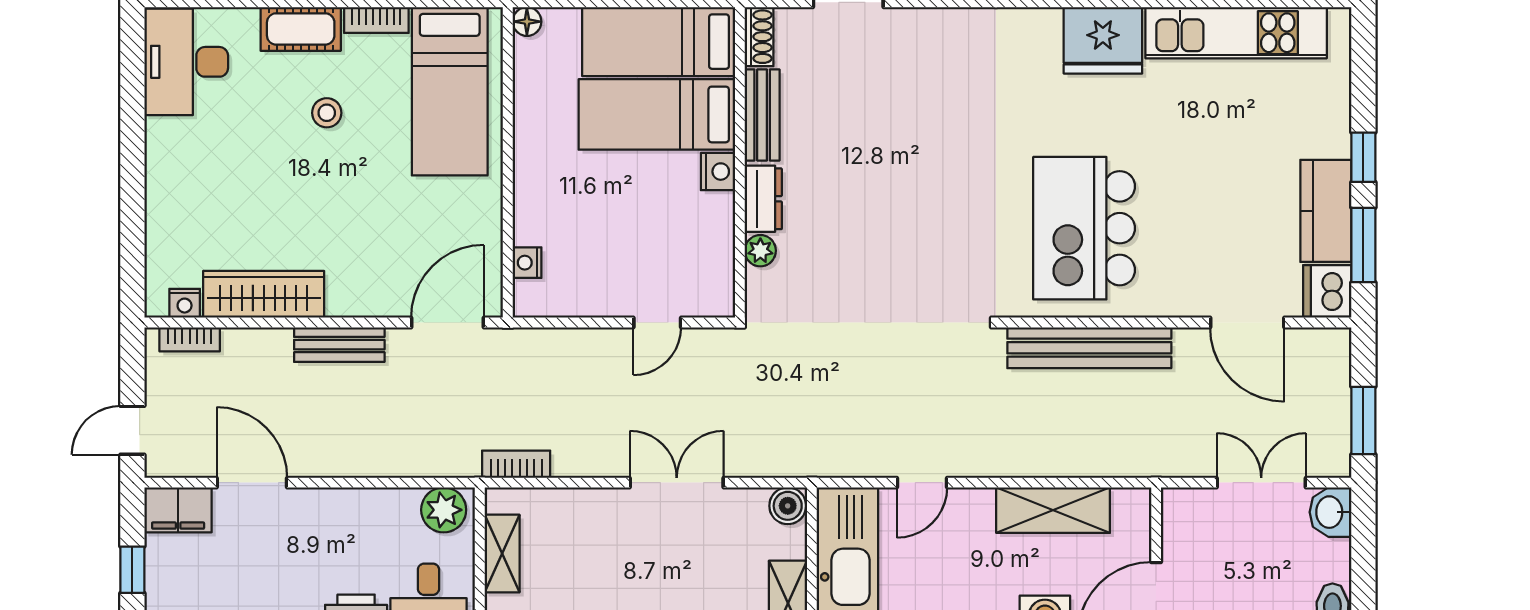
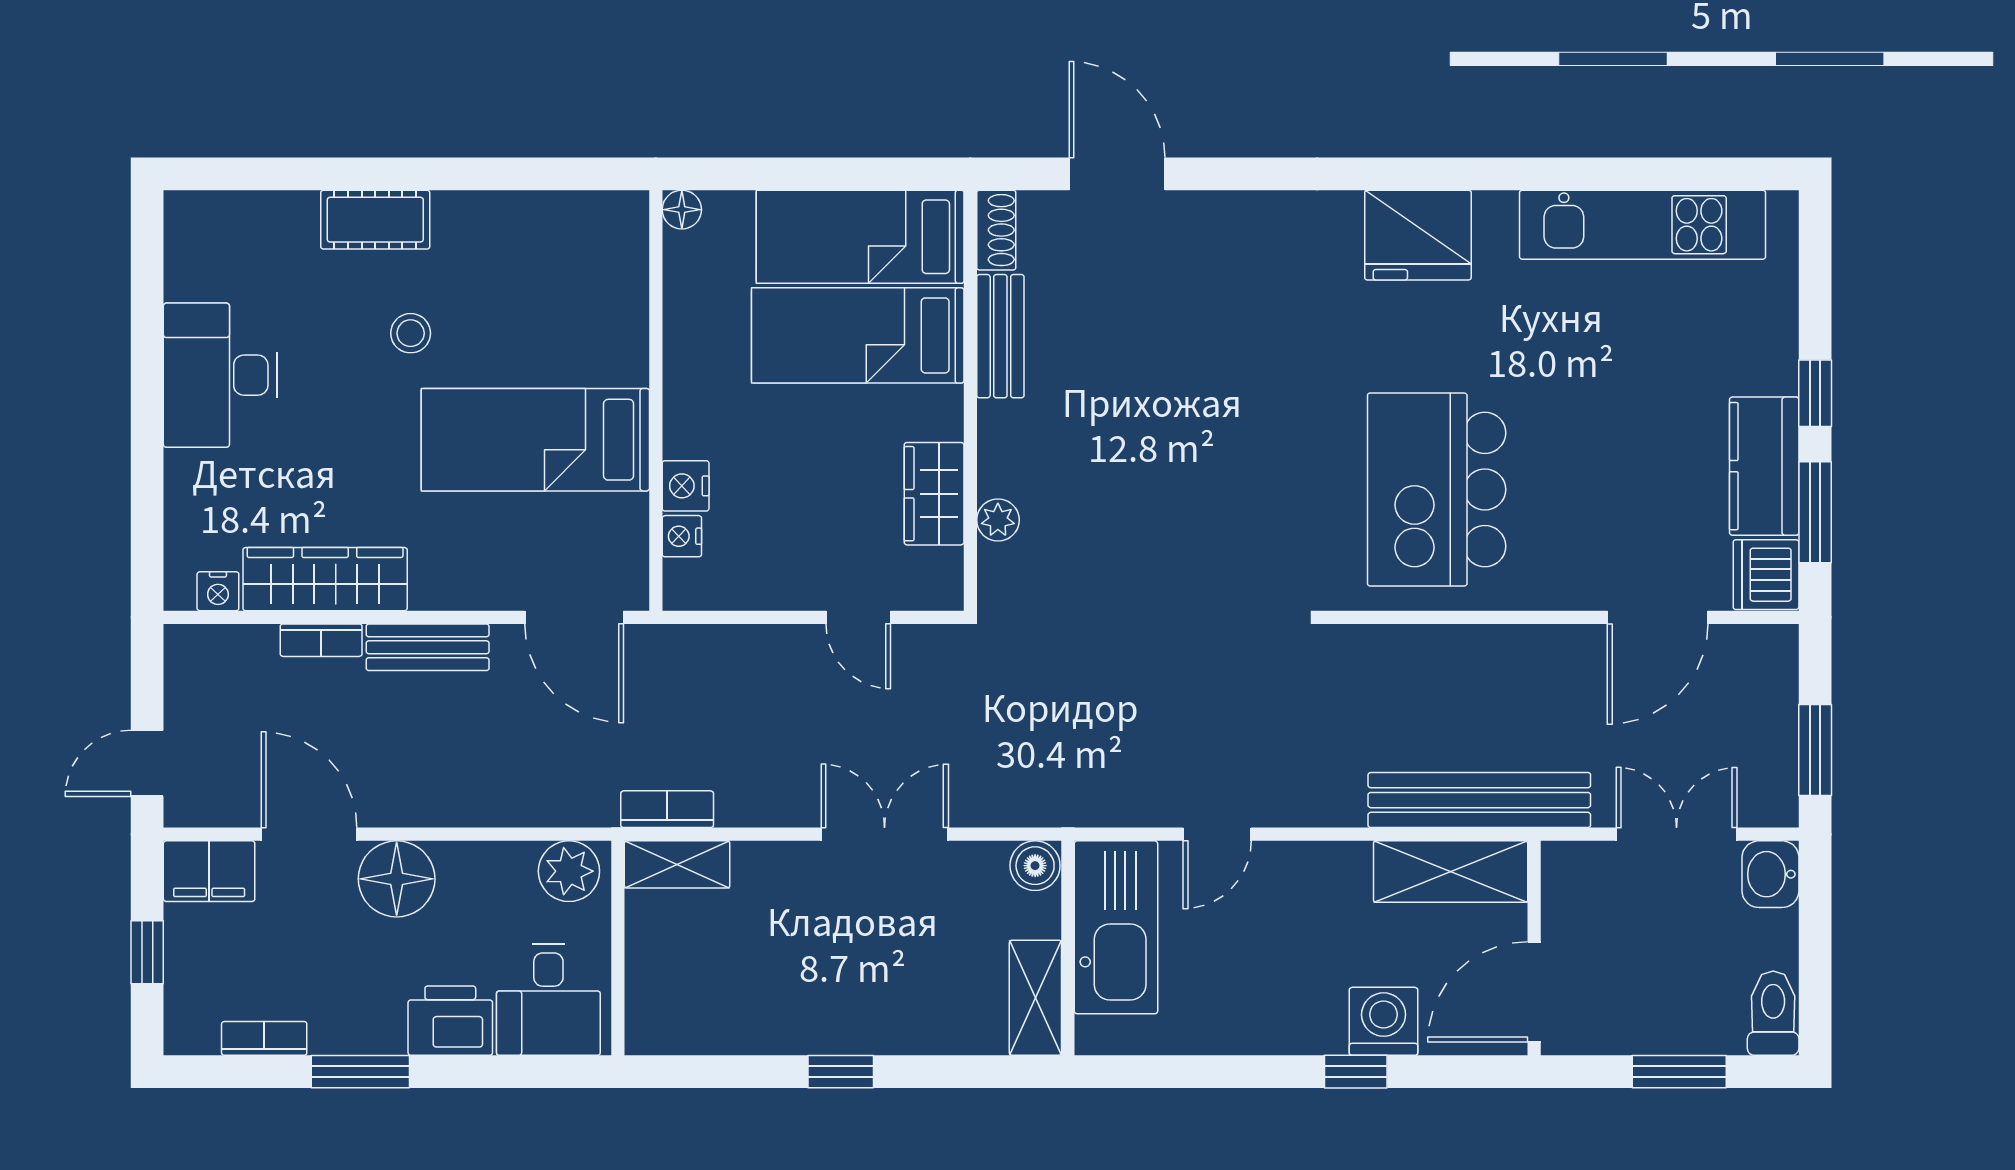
bookcase: (376, 20) -> (478, 208), removed
fridge: (1103, 40) -> (1418, 235), moved
desk: (186, 62) -> (220, 375), moved
bed: (450, 91) -> (535, 440), moved, turned 90
nightstand: (718, 172) -> (686, 486), moved, turned 180
dresser: (763, 199) -> (1002, 450), removed
wardrobe: (713, 231) -> (934, 494), added
door: (447, 323) -> (574, 617), swing flipped
door: (657, 323) -> (858, 617), hinge flipped
door: (1247, 323) -> (1658, 617), hinge flipped
bookcase: (190, 339) -> (321, 640), moved
bench: (1089, 348) -> (1479, 800), moved
shelving: (1053, 510) -> (1451, 872), moved
floor lamp: (316, 516) -> (397, 879), added
shelving: (502, 554) -> (677, 864), moved, turned 90

